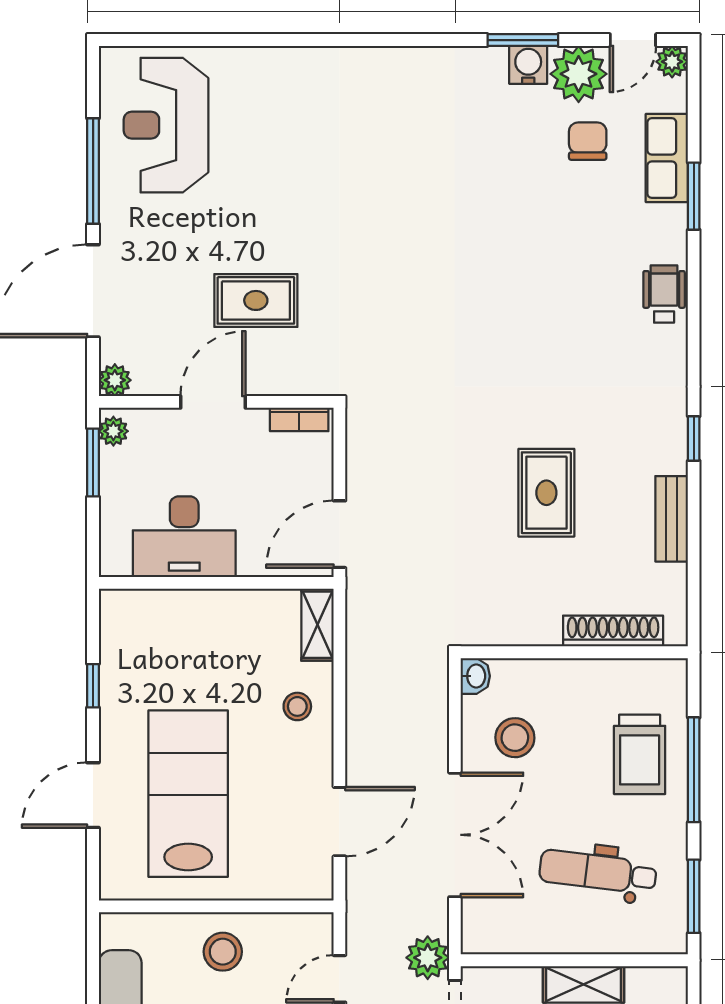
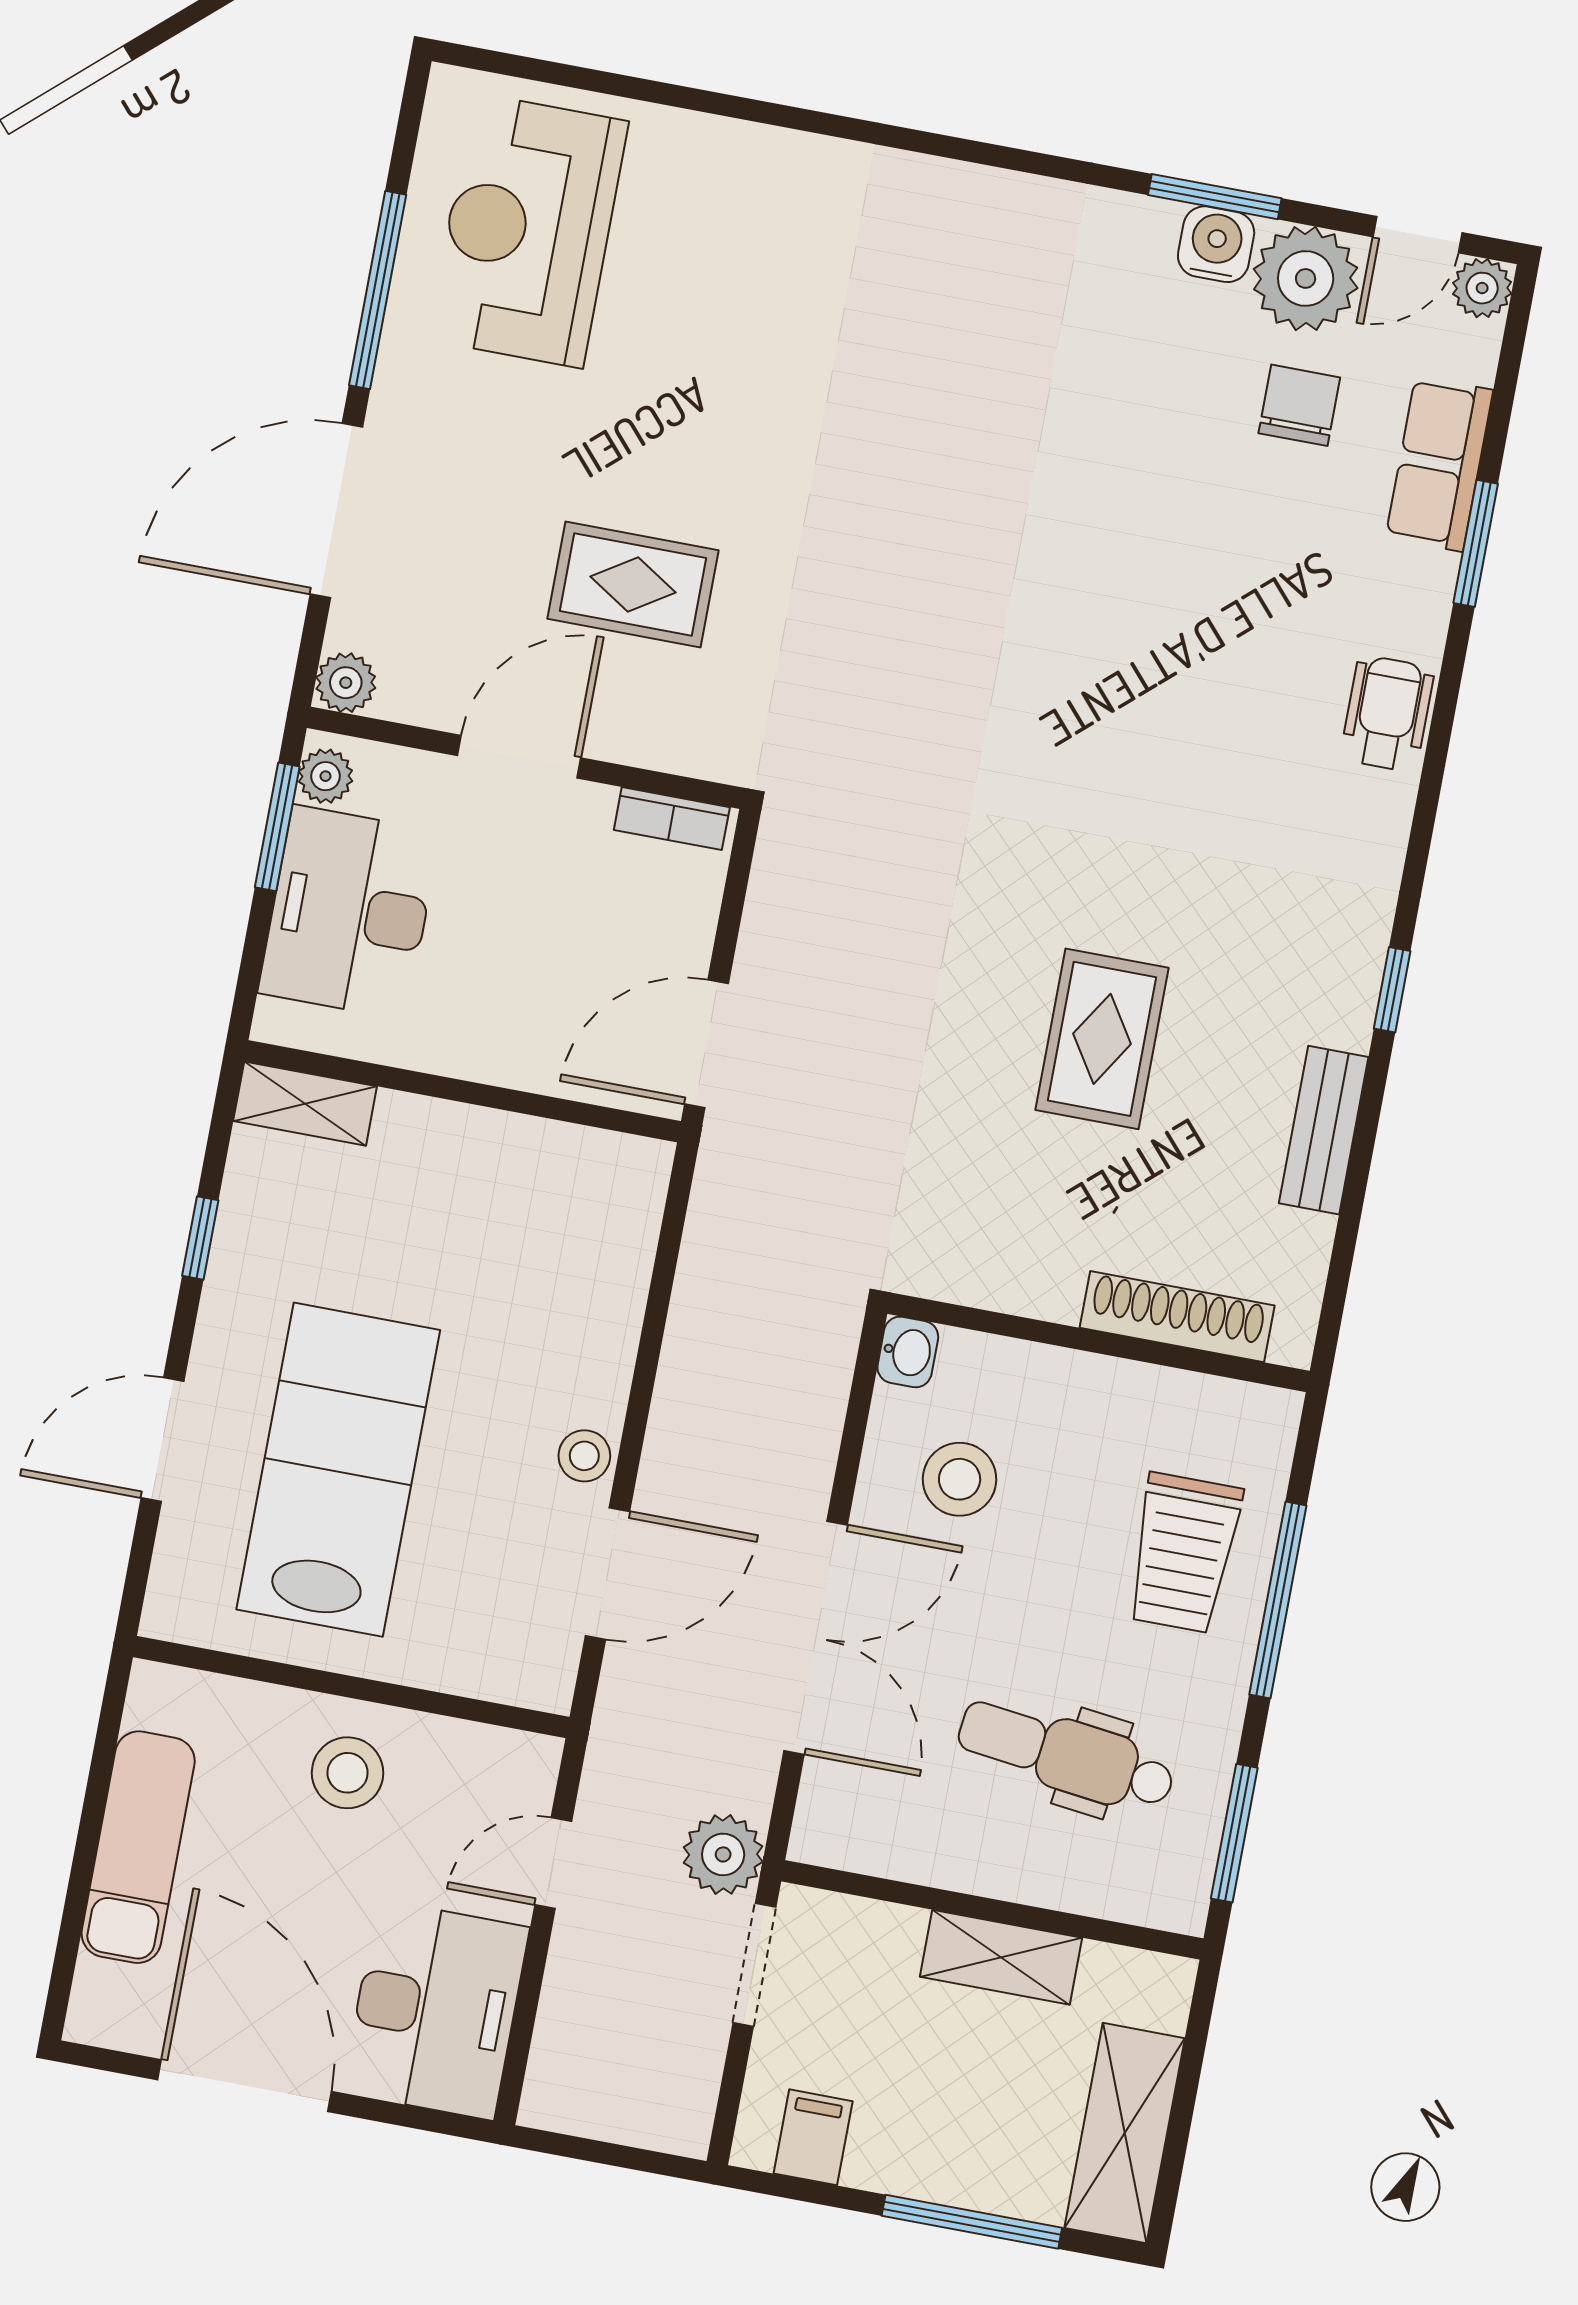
desk: (184, 537) -> (349, 912), moved, turned 90
shelving: (317, 625) -> (305, 1104), moved, turned 90
stool: (297, 706) -> (584, 1456), moved

